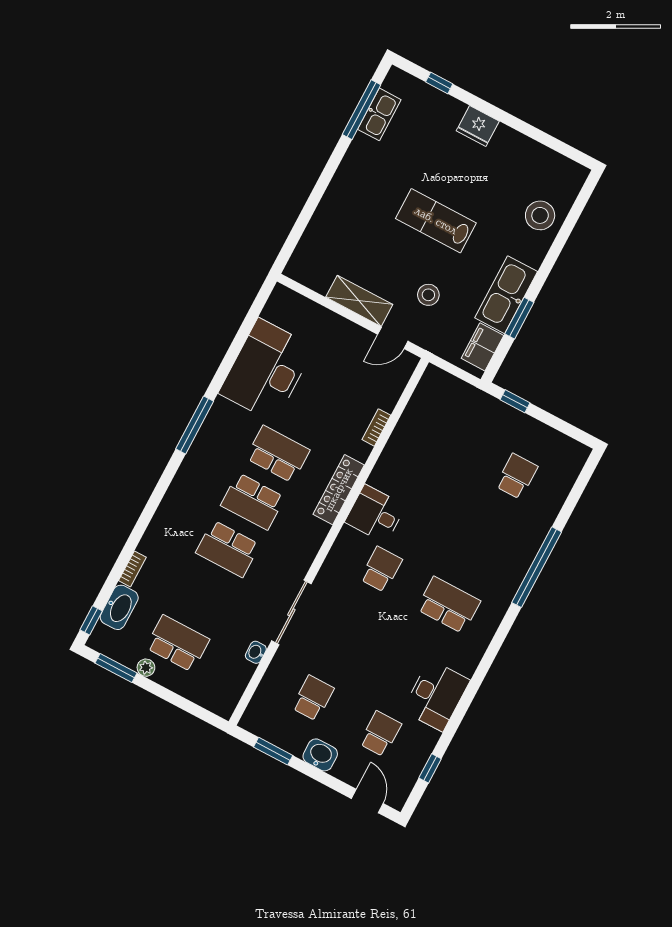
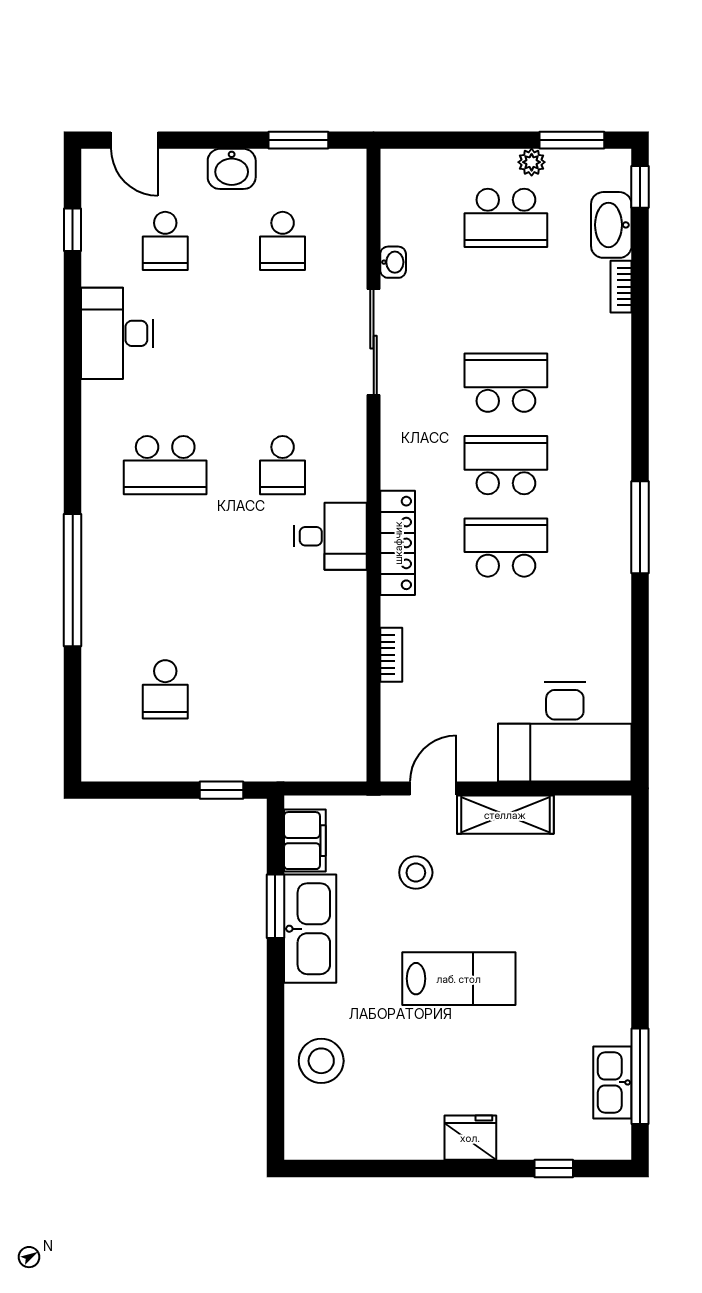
desk: (267, 370) -> (565, 732), moved, turned 90
school desk: (278, 454) -> (506, 548), turned 180

